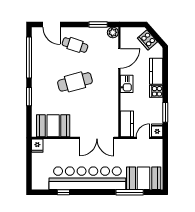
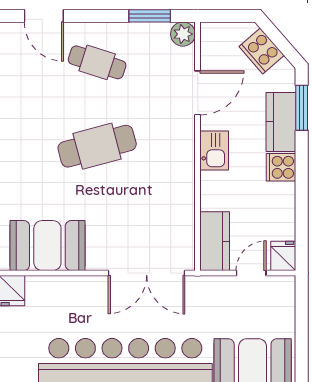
window: (165, 112) -> (302, 108), moved

